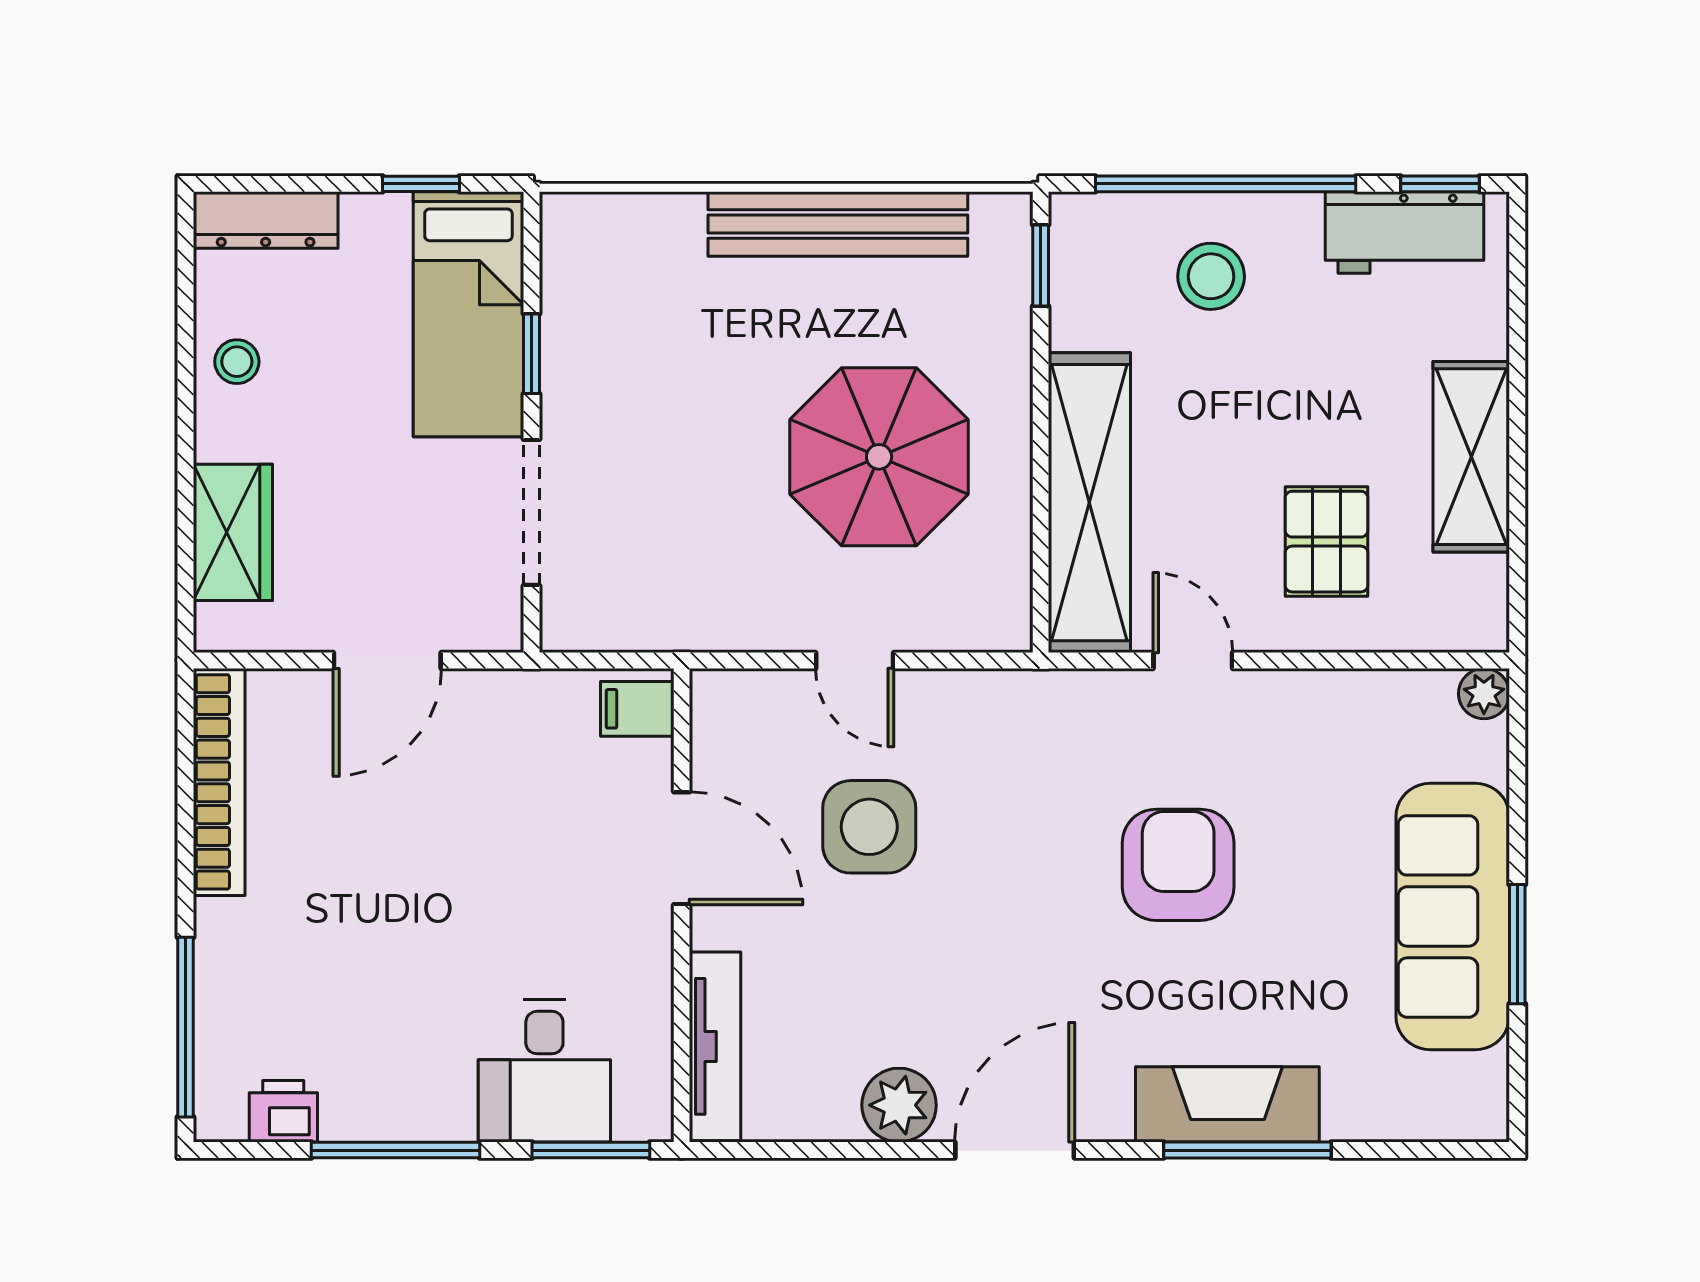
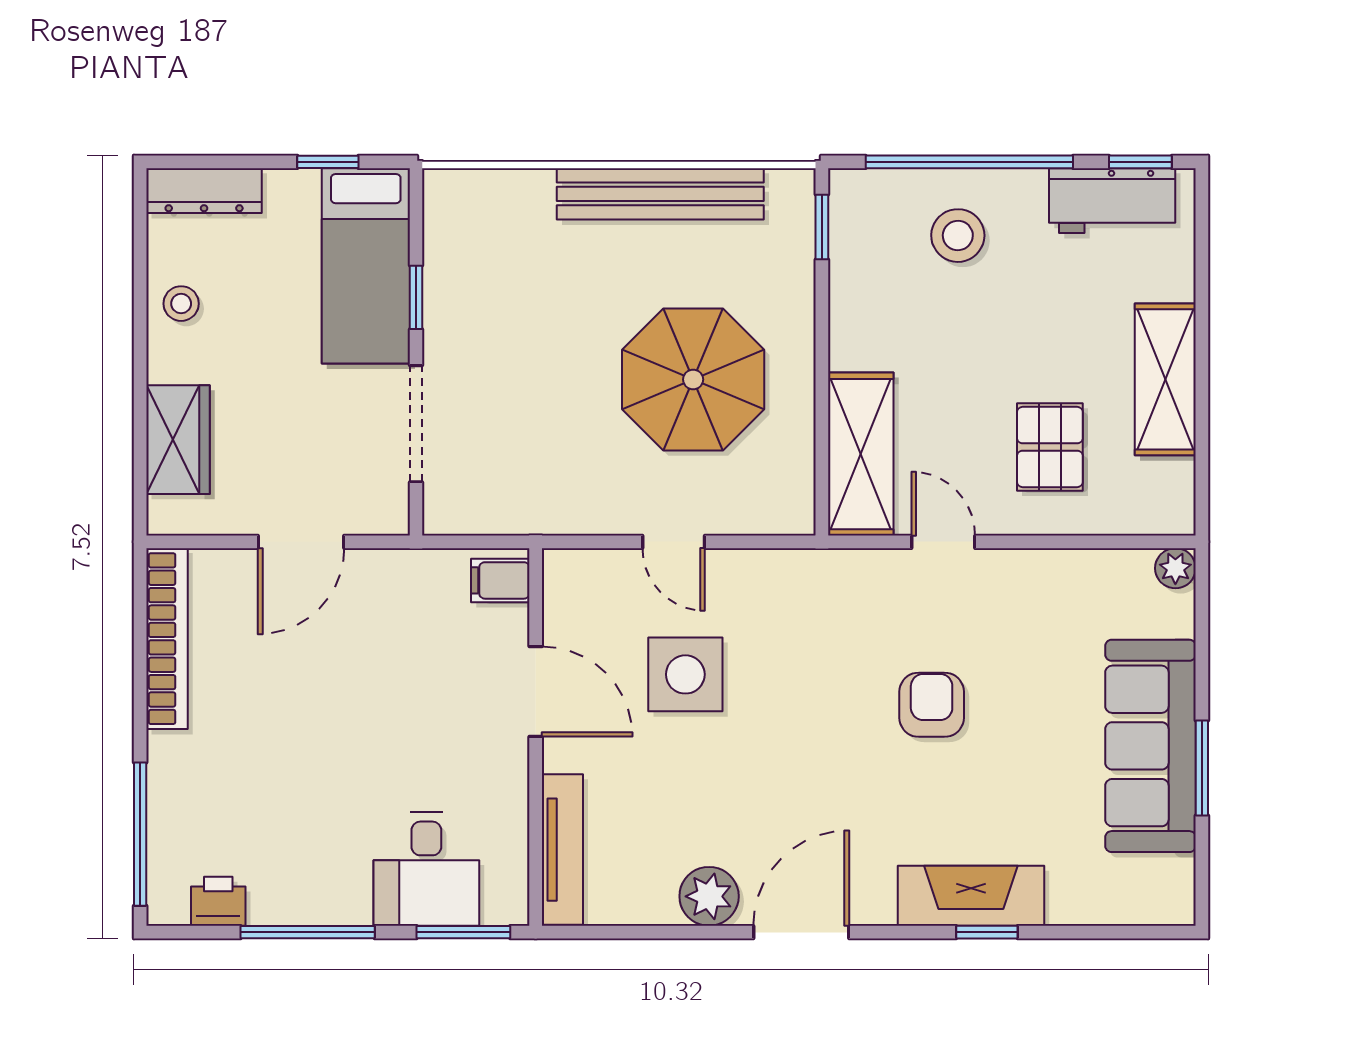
shelving: (1089, 503) -> (861, 454), width x0.68
armchair: (1178, 865) -> (932, 705), width x0.72, depth x0.72
window: (1247, 1150) -> (987, 932), width x0.46

